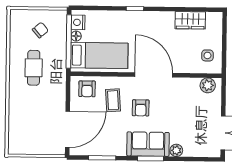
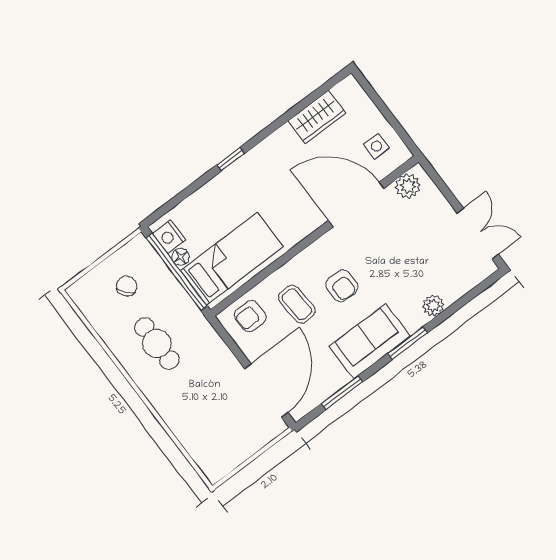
door: (154, 75) -> (356, 204), moved
armchair: (87, 89) -> (250, 316), turned 90
sofa: (148, 144) -> (370, 341), moved

